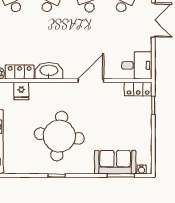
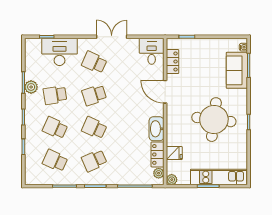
locker: (138, 89) -> (172, 62), moved

